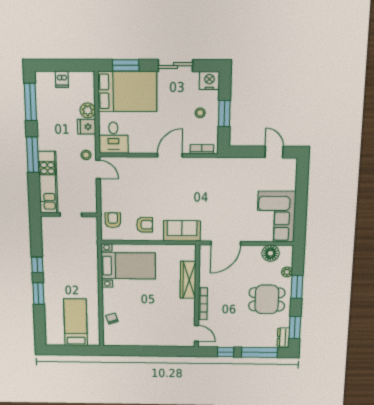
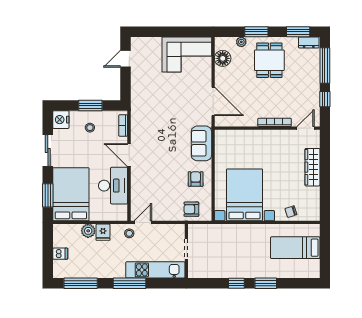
desk: (113, 138) -> (113, 186), moved, width x1.37
bed with nightstands: (128, 266) -> (245, 195), width x1.36
wardrobe: (188, 280) -> (312, 167), moved, turned 90

